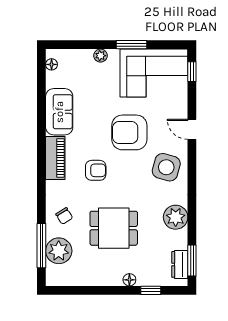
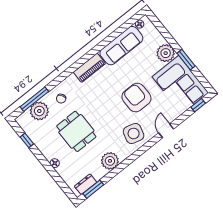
plant: (100, 56) -> (166, 53), width x1.87, depth x1.87
sofa: (59, 112) -> (121, 46), width x1.36
armchair: (96, 170) -> (100, 96), removed
window: (151, 290) -> (27, 140), moved

